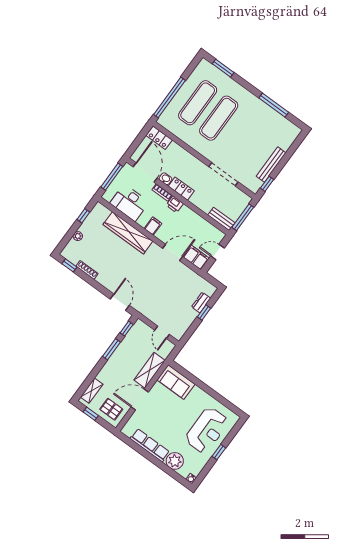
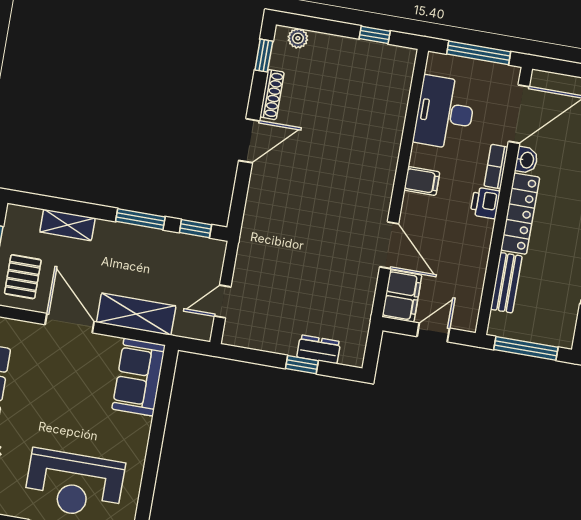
locker: (181, 189) -> (520, 214), width x1.53
bench: (221, 219) -> (506, 283), moved
wardrobe: (128, 233) -> (384, 139), removed
plant: (78, 236) -> (298, 38), moved
door: (217, 252) -> (433, 332), hinge flipped
door: (120, 302) -> (249, 141), moved
shelving: (92, 391) -> (67, 225), moved

